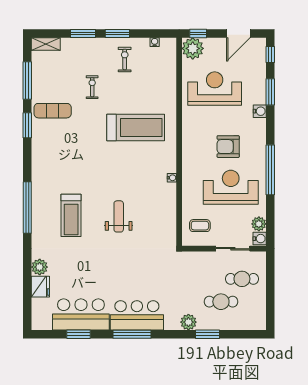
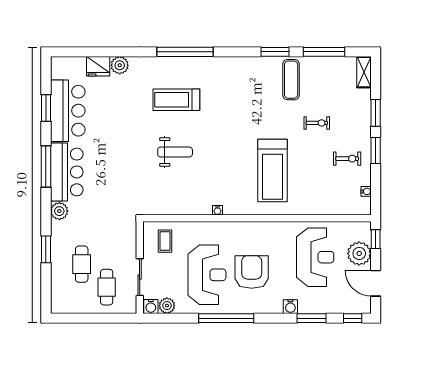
plant: (193, 48) -> (359, 253), moved
armchair: (228, 147) -> (252, 272), width x1.36, depth x1.36
plant: (188, 322) -> (59, 211), moved

